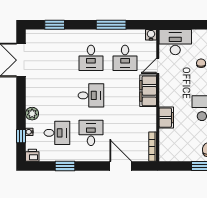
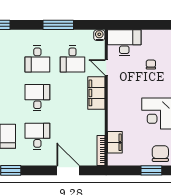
door: (158, 66) -> (106, 67), hinge flipped
desk: (91, 95) -> (37, 98), turned -90
filing cabinet: (166, 118) -> (115, 142), moved

